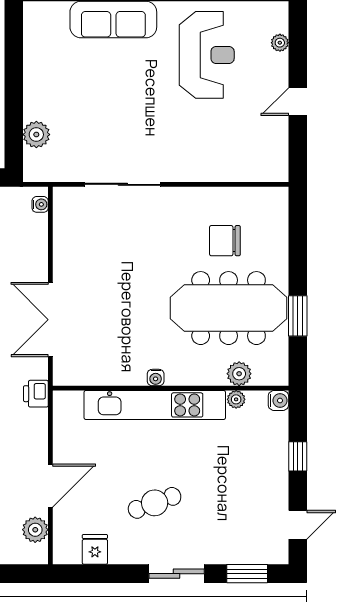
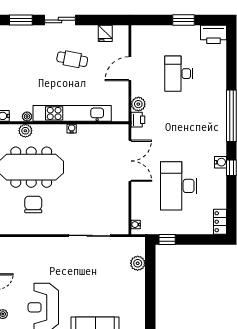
chair: (225, 241) -> (33, 204), turned -90
cafe table: (155, 503) -> (72, 59), turned 31
plant: (35, 530) -> (138, 104), moved

